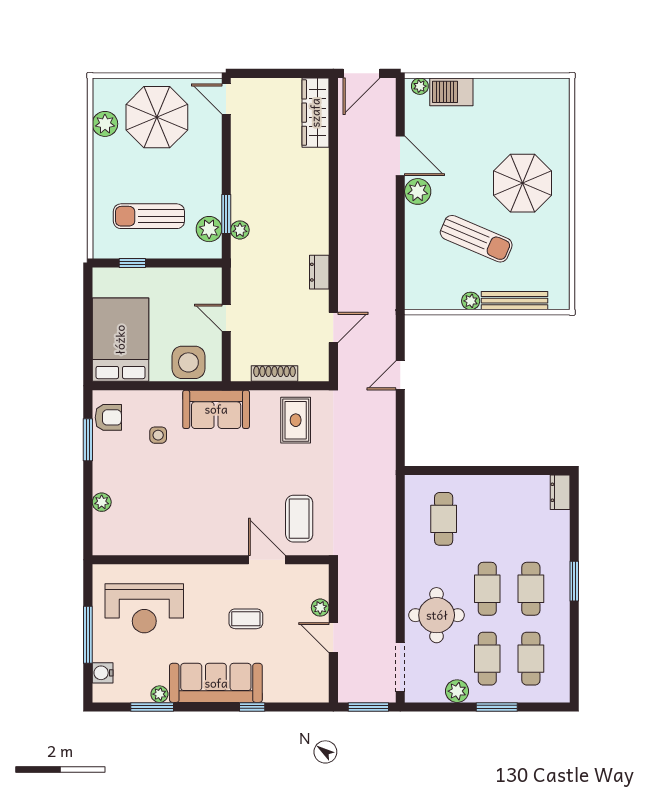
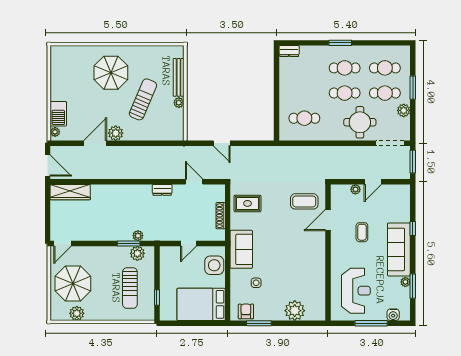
plant: (102, 502) -> (295, 311), width x1.87, depth x1.87

